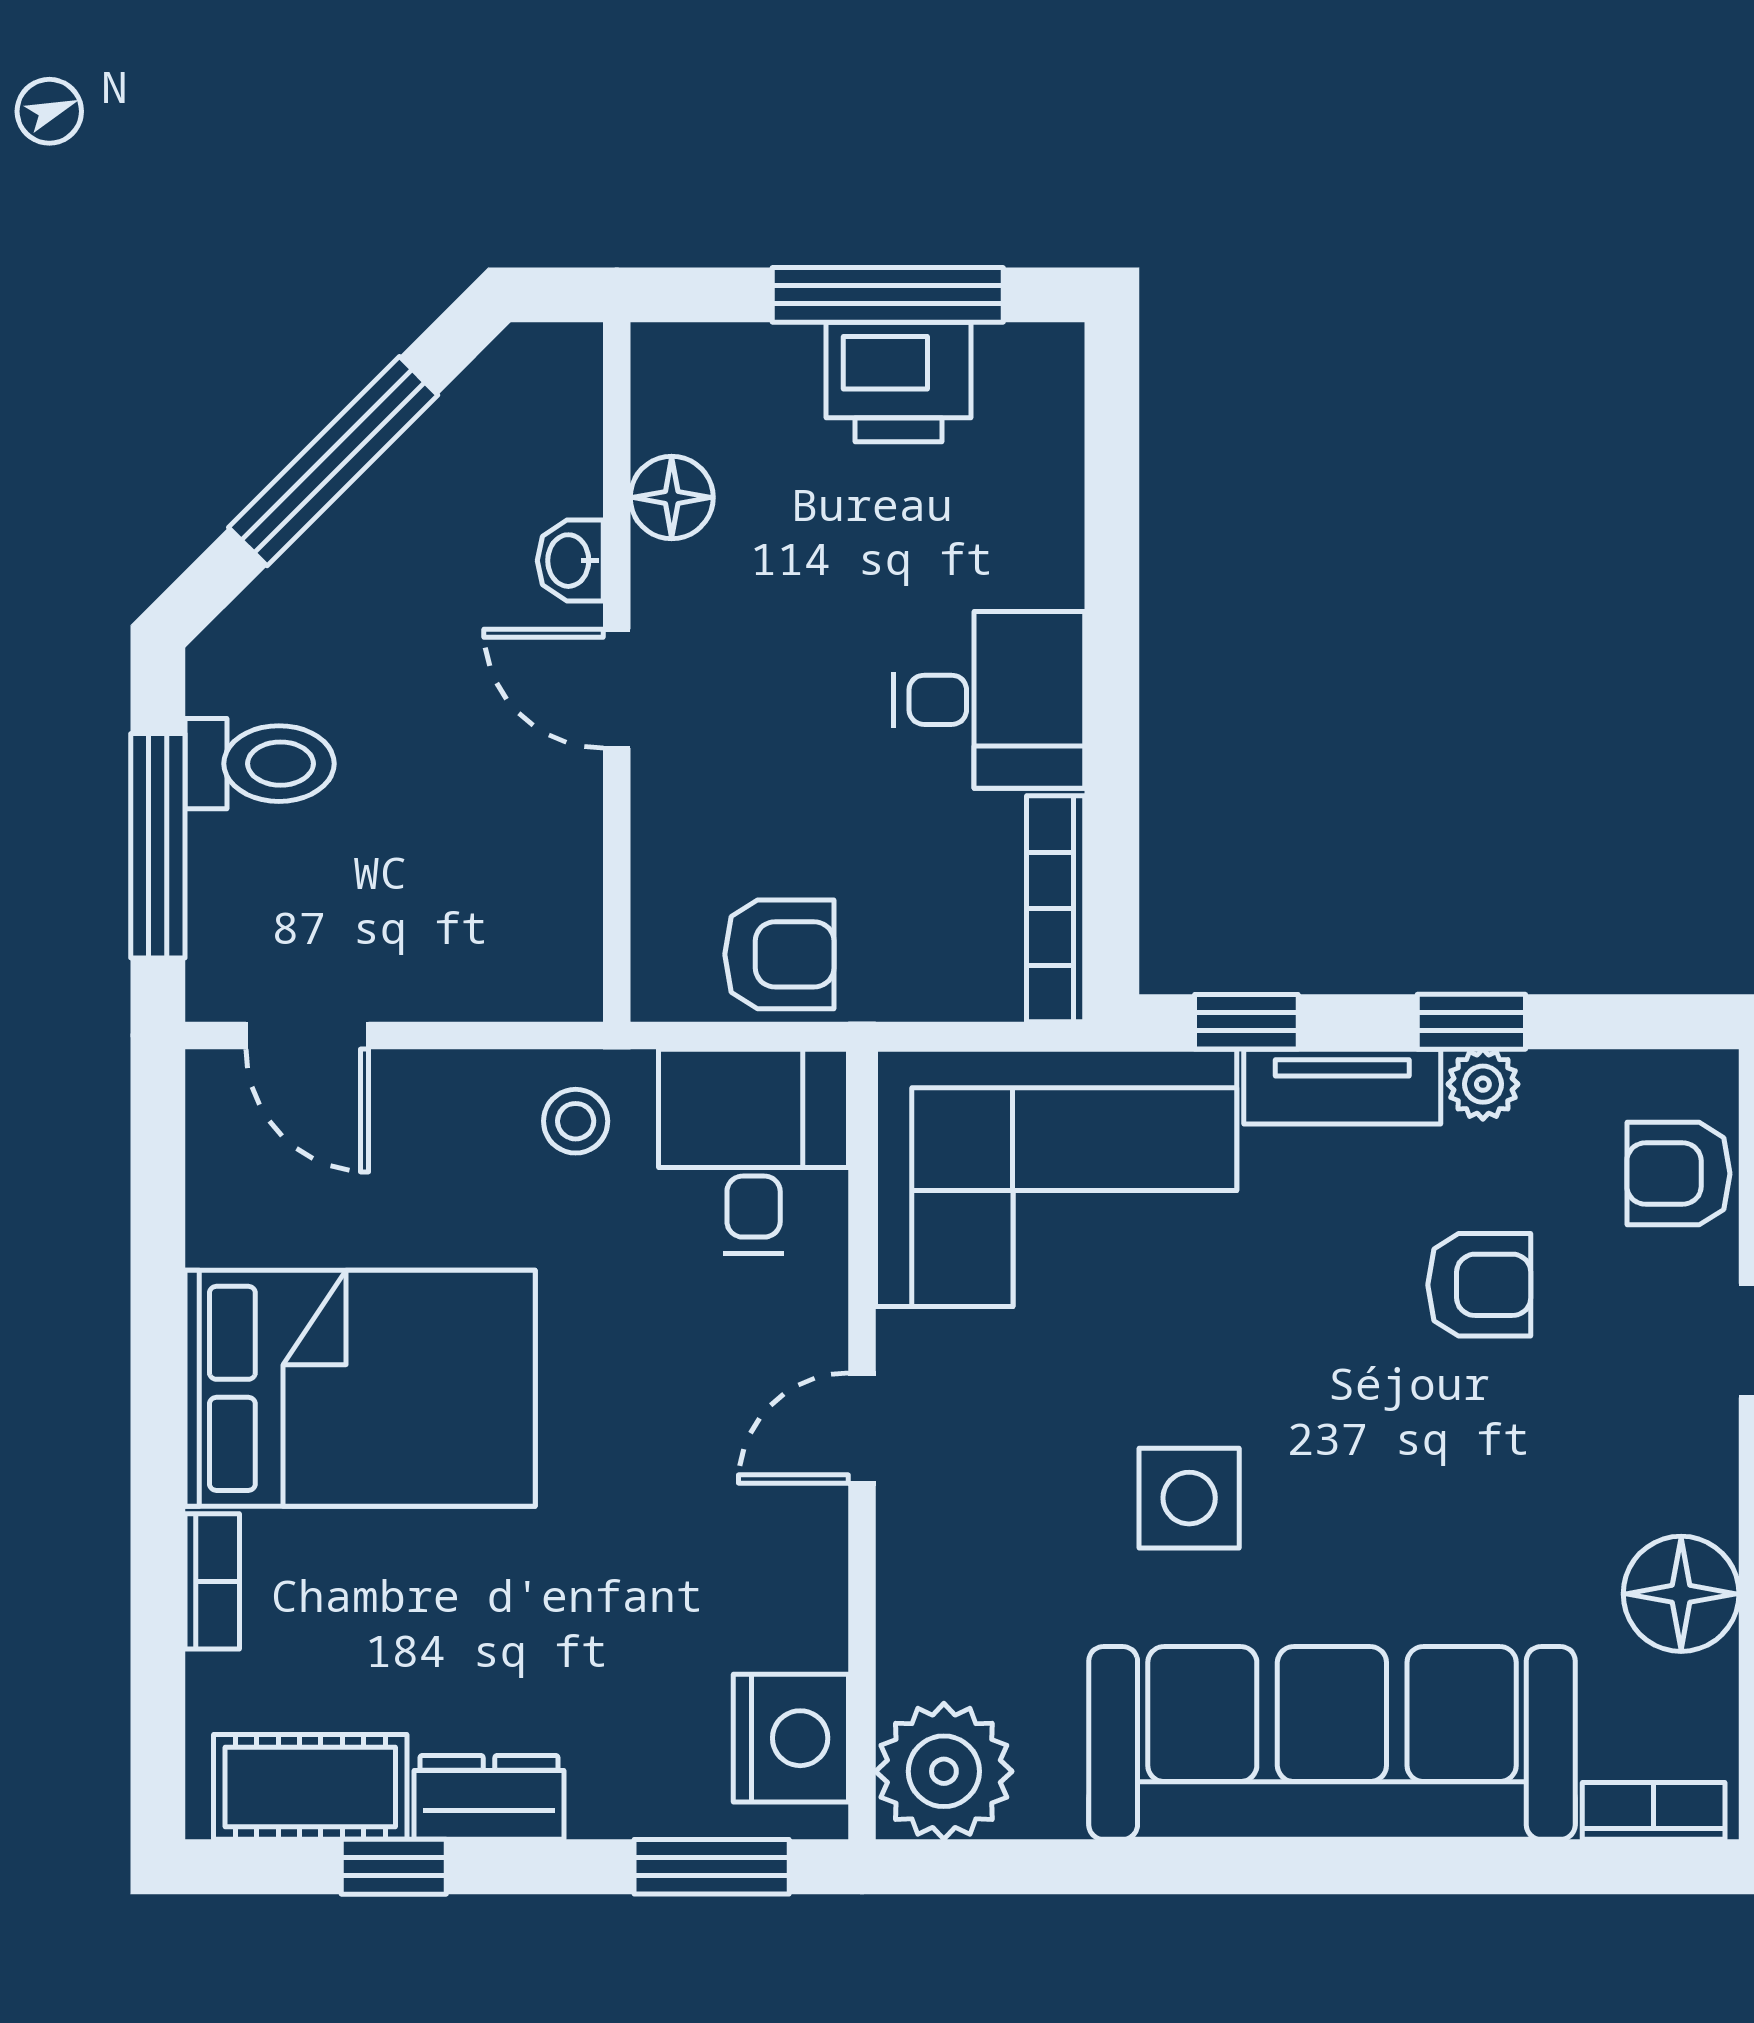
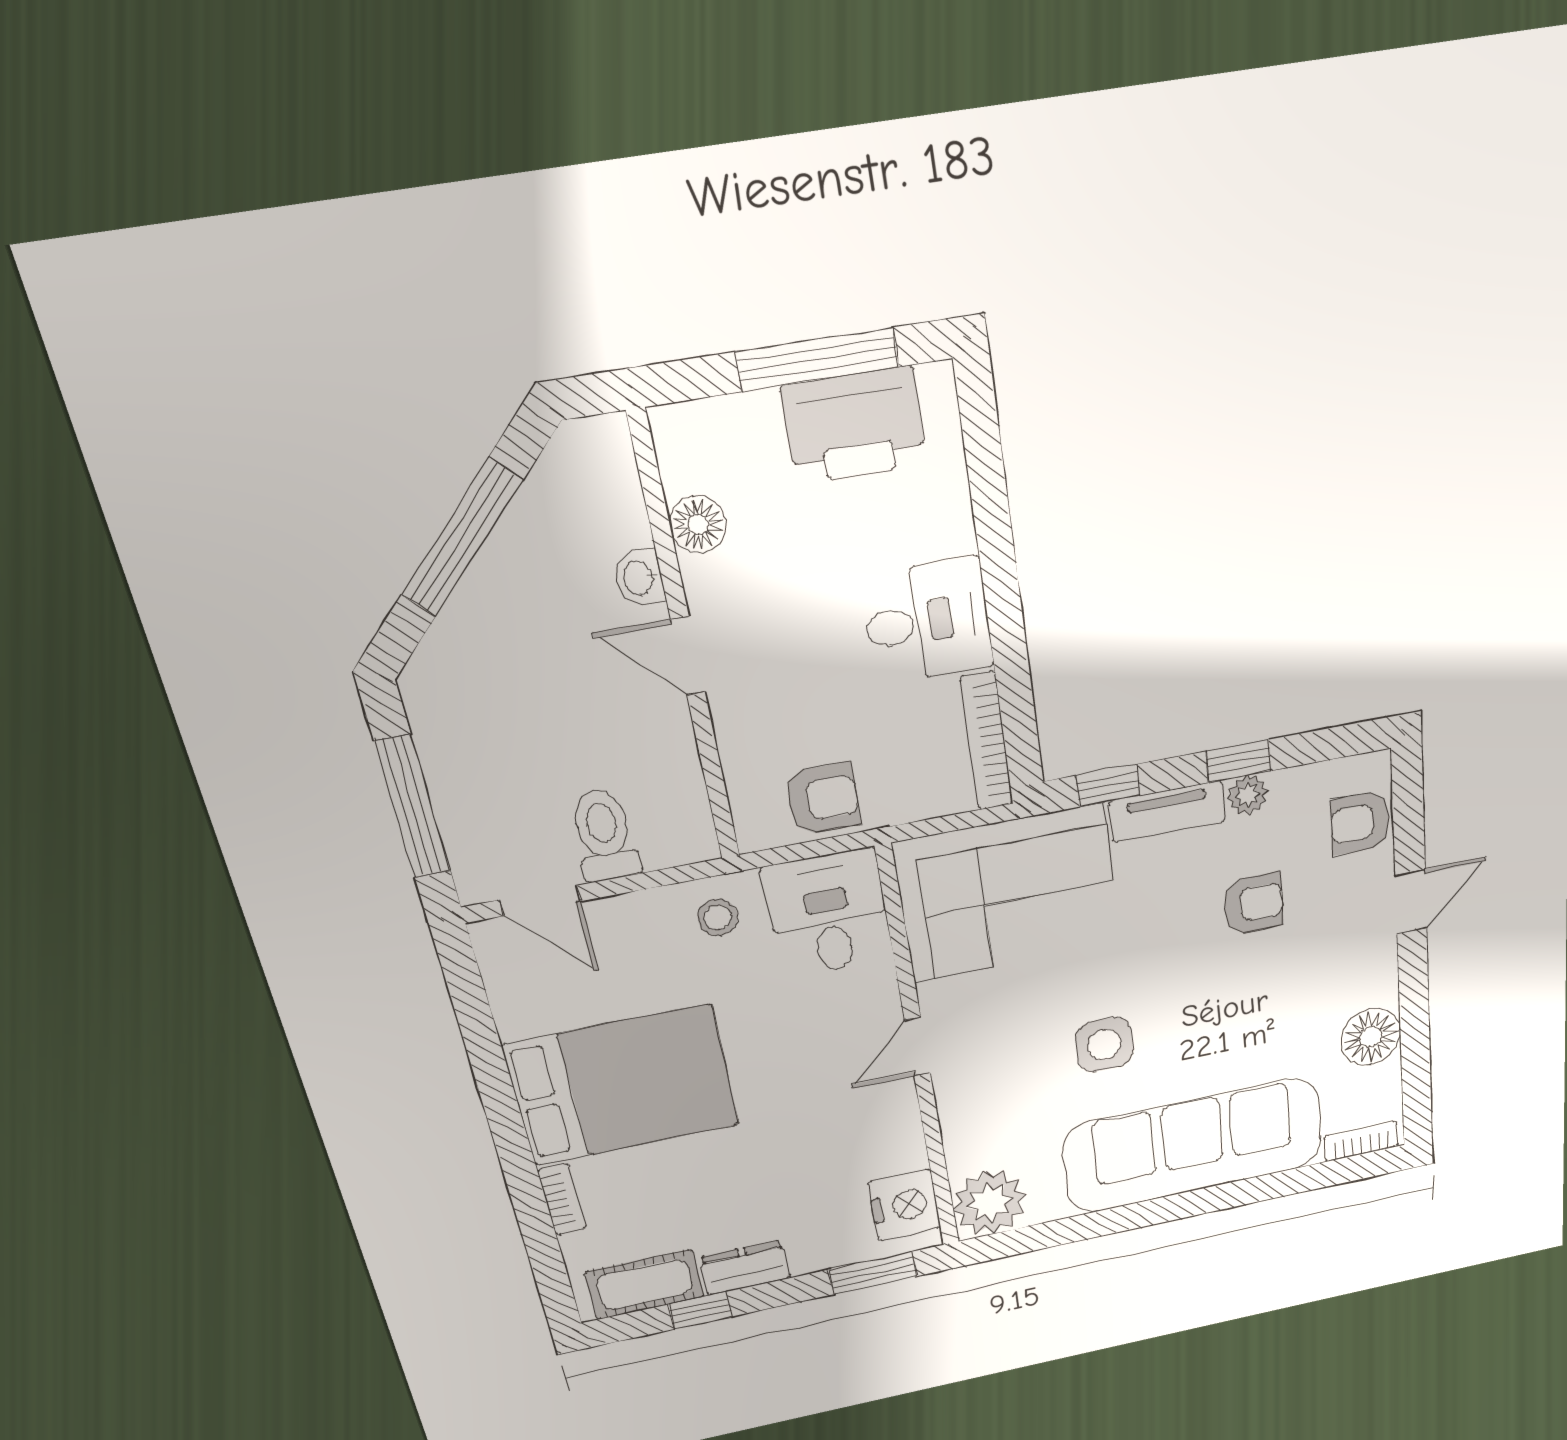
printer: (898, 382) -> (854, 425), width x1.37, depth x1.19
toilet: (260, 764) -> (604, 835), moved, turned -90

